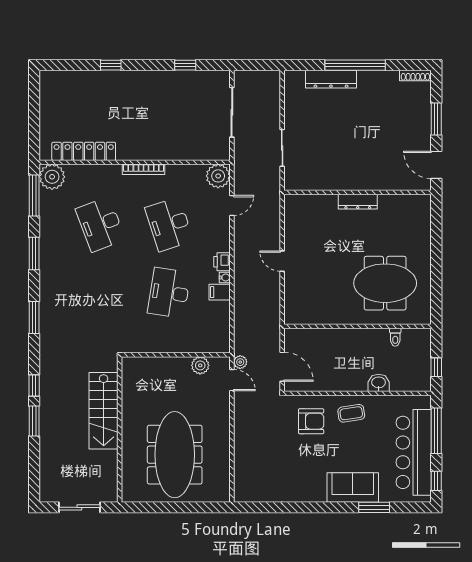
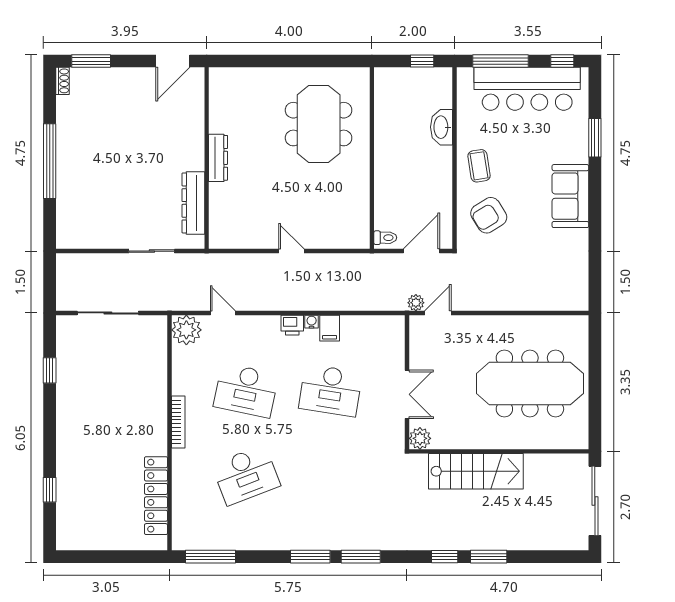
window: (111, 65) -> (50, 490), moved
shoe rack: (415, 75) -> (63, 81), width x0.70
dresser: (331, 79) -> (193, 203), moved, turned 180
window: (436, 119) -> (91, 61), moved
plant: (52, 177) -> (187, 535), removed
desk: (169, 224) -> (246, 390), turned 30
window: (34, 254) -> (310, 557), moved
door: (282, 261) -> (291, 251), swing flipped
toilet: (395, 337) -> (385, 238), moved
double door: (166, 355) -> (407, 394), added
plant: (200, 365) -> (420, 438), moved
washbasin: (379, 383) -> (442, 127), width x1.38
armchair: (311, 421) -> (489, 215), turned -122
sofa: (353, 487) -> (570, 196), moved
sliding door: (79, 507) -> (595, 501), width x1.37

